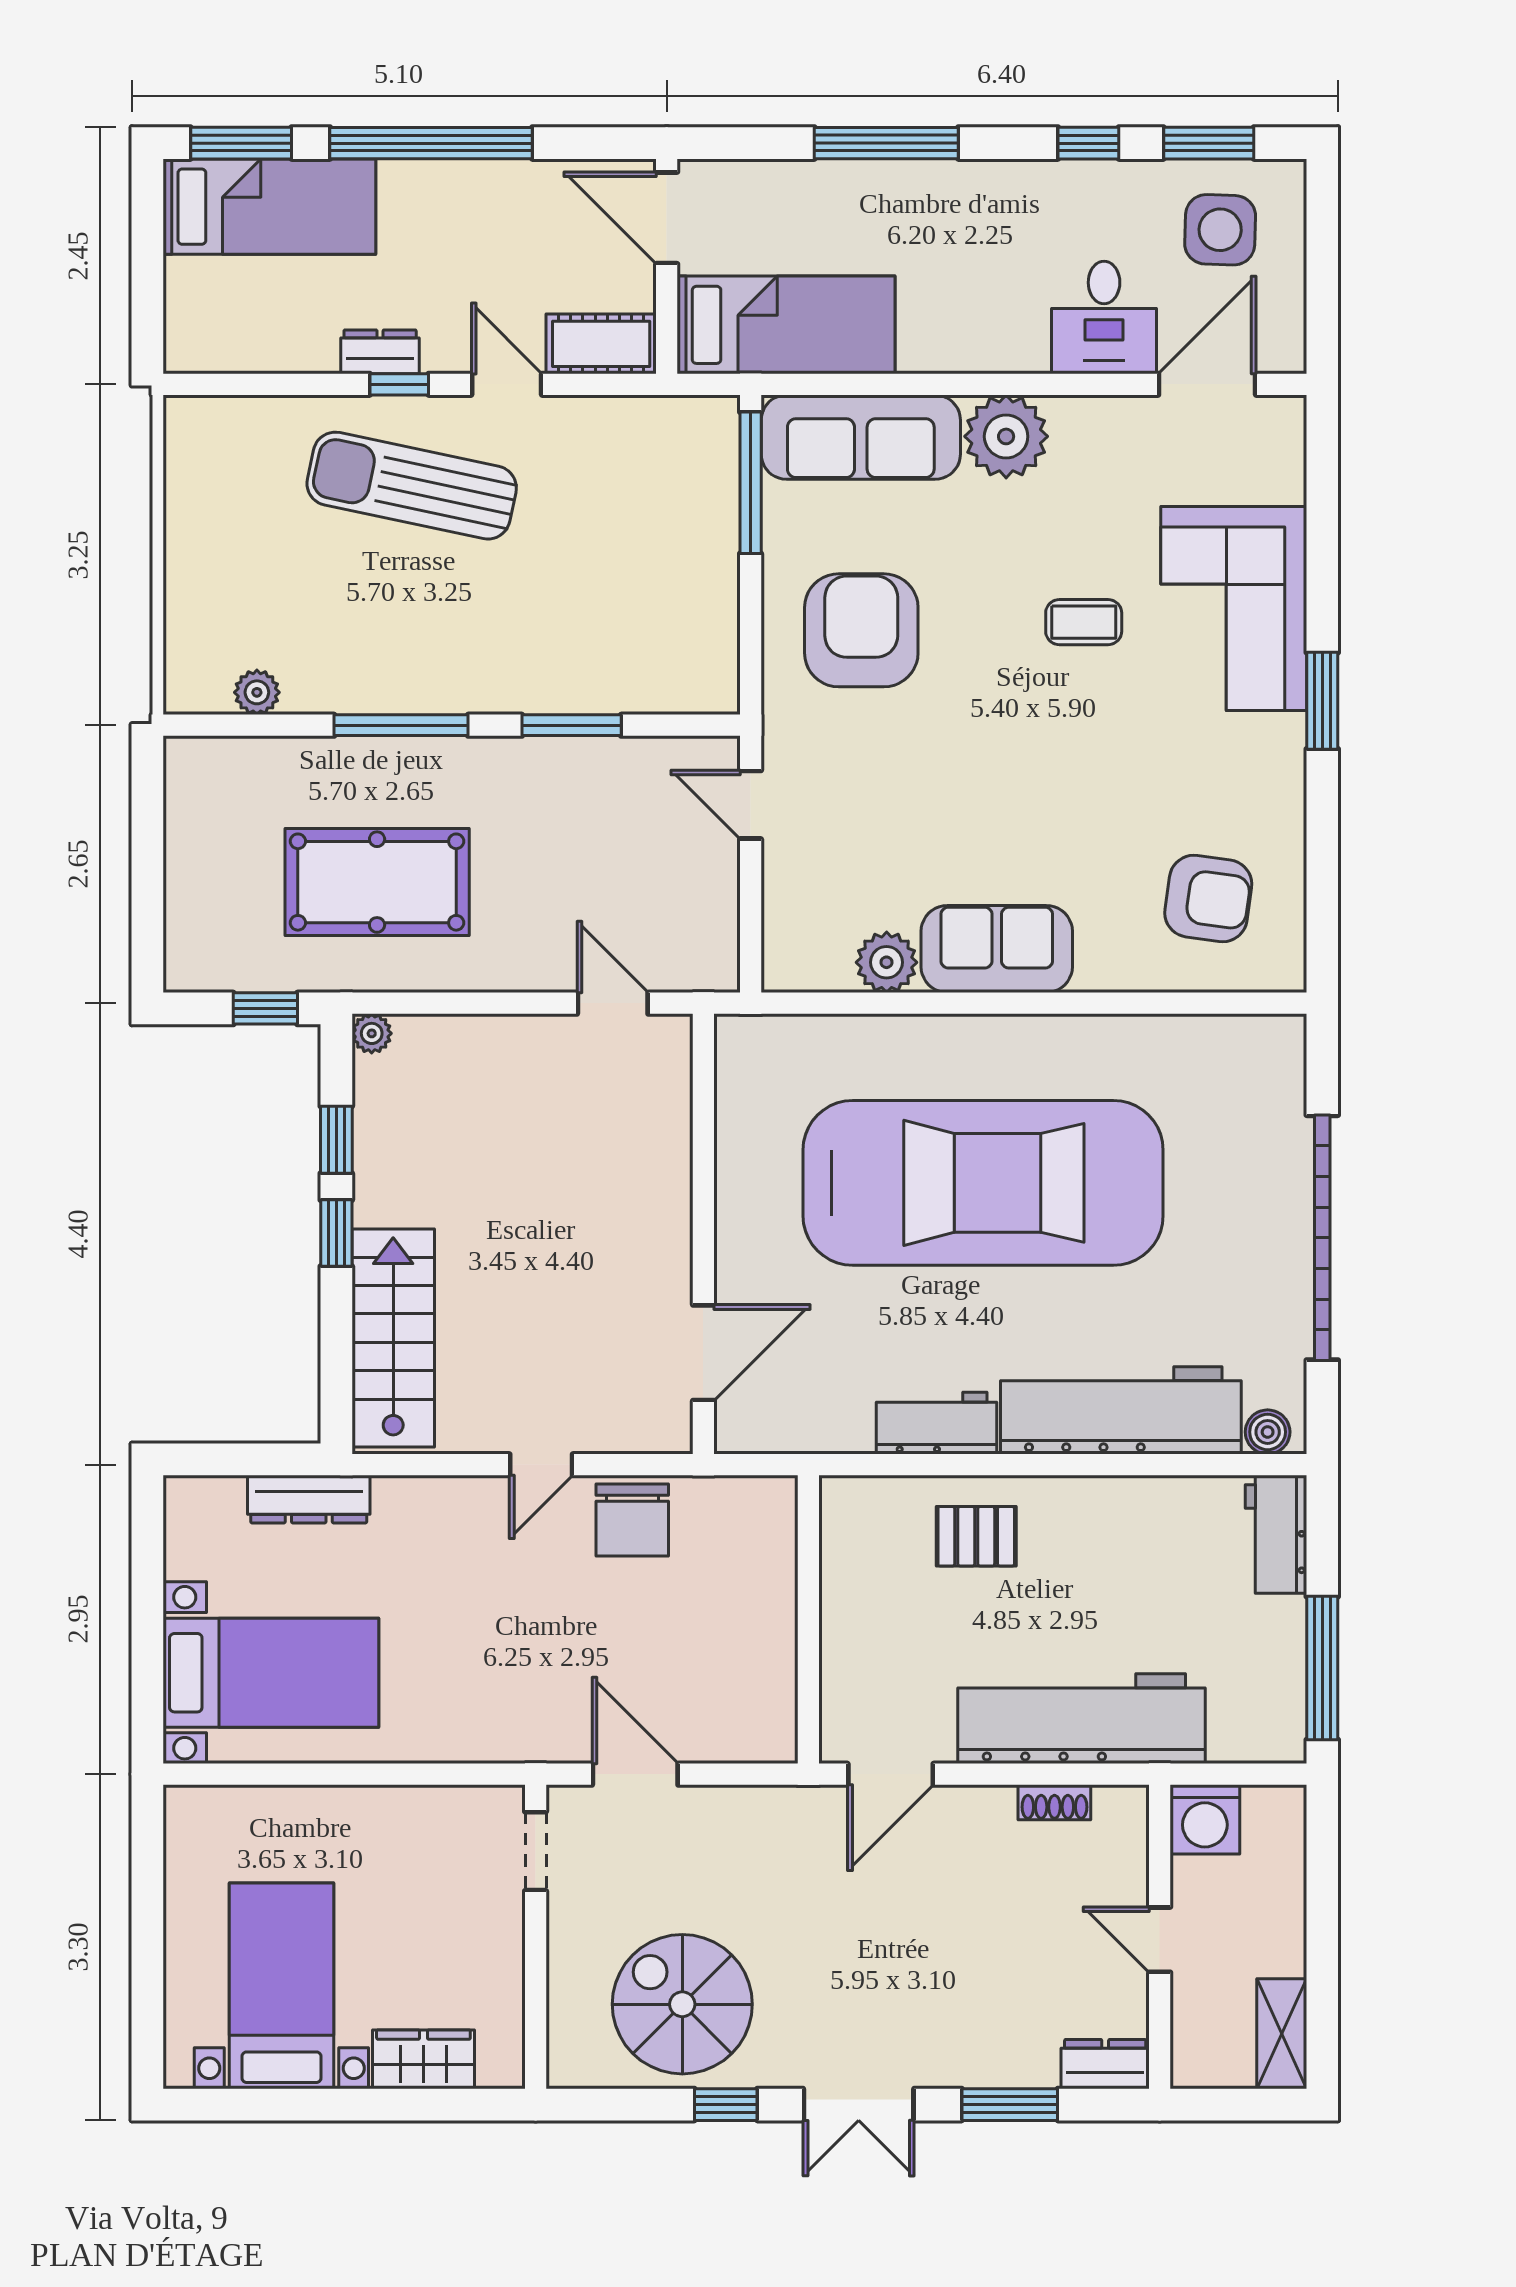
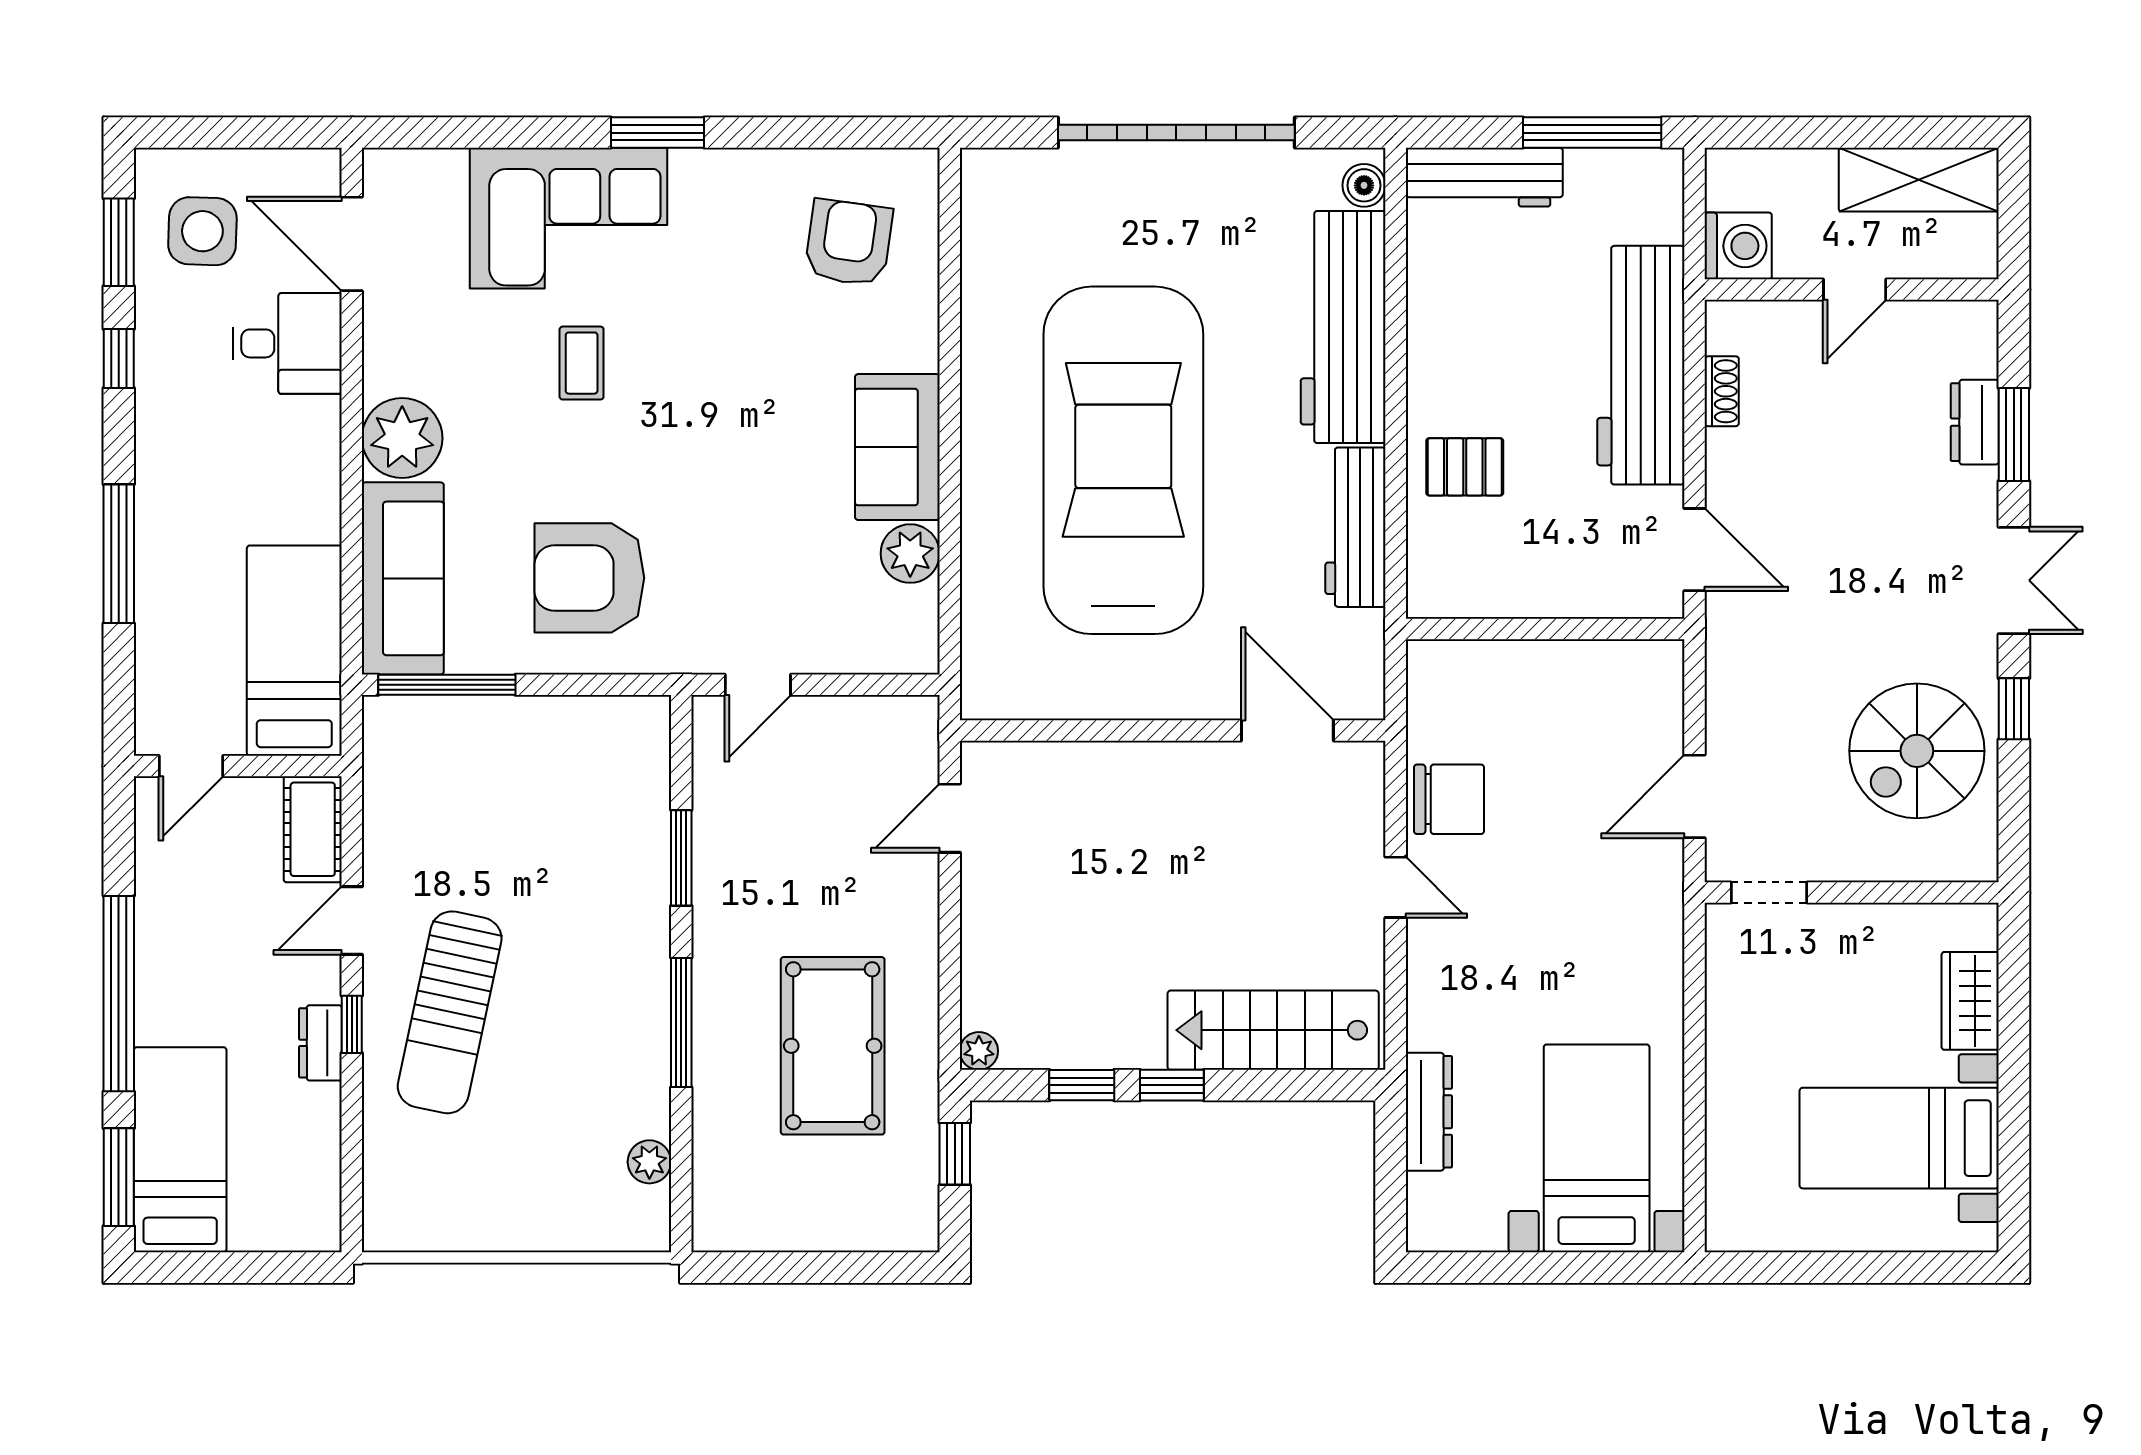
door: (667, 218) -> (191, 766), width x0.73
workbench: (936, 1423) -> (1355, 527), width x1.38
workbench: (1276, 1534) -> (1484, 177), width x1.38
pallet: (976, 1536) -> (1465, 467), turned 90
shelving: (1282, 2034) -> (1919, 180), width x1.50, depth x1.33
dresser: (1105, 2064) -> (1975, 422), moved

